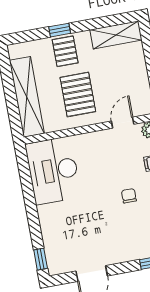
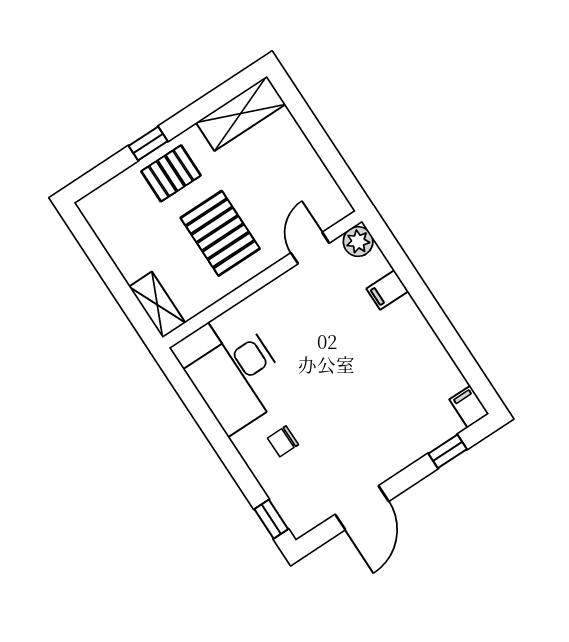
pallet: (65, 51) -> (171, 173), turned 90
shelving: (27, 97) -> (157, 305), width x0.45, depth x0.75
chair: (129, 196) -> (283, 441), moved, turned -90

